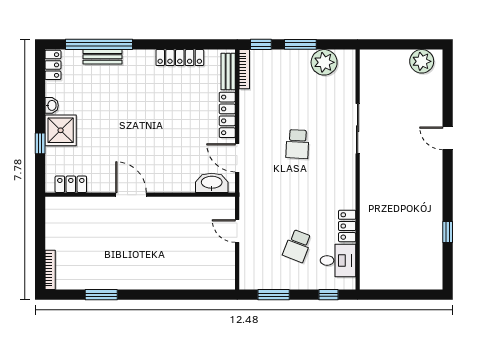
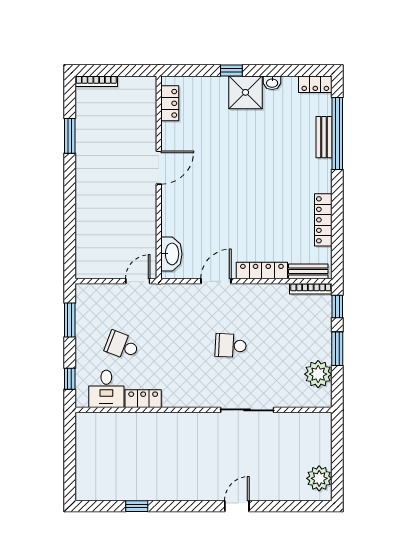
washbasin: (212, 183) -> (171, 254), moved
locker: (71, 184) -> (170, 103), moved
door: (131, 195) -> (159, 168), moved
wall: (140, 195) -> (159, 177), moved

